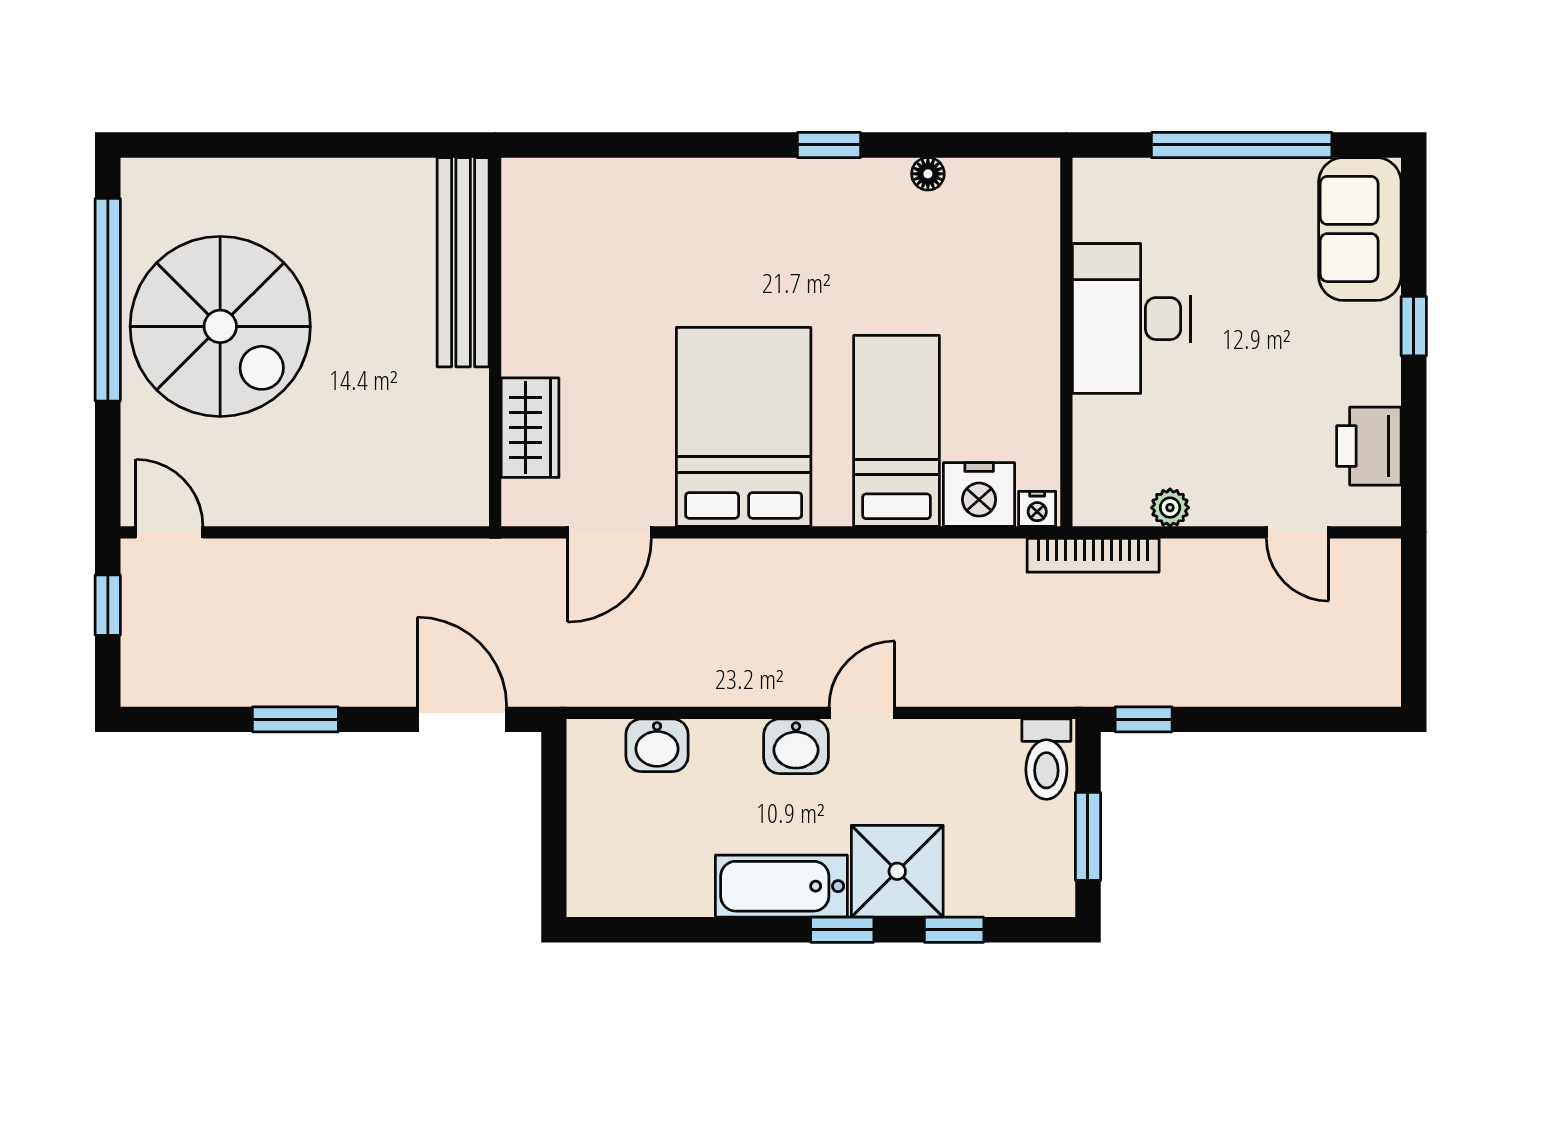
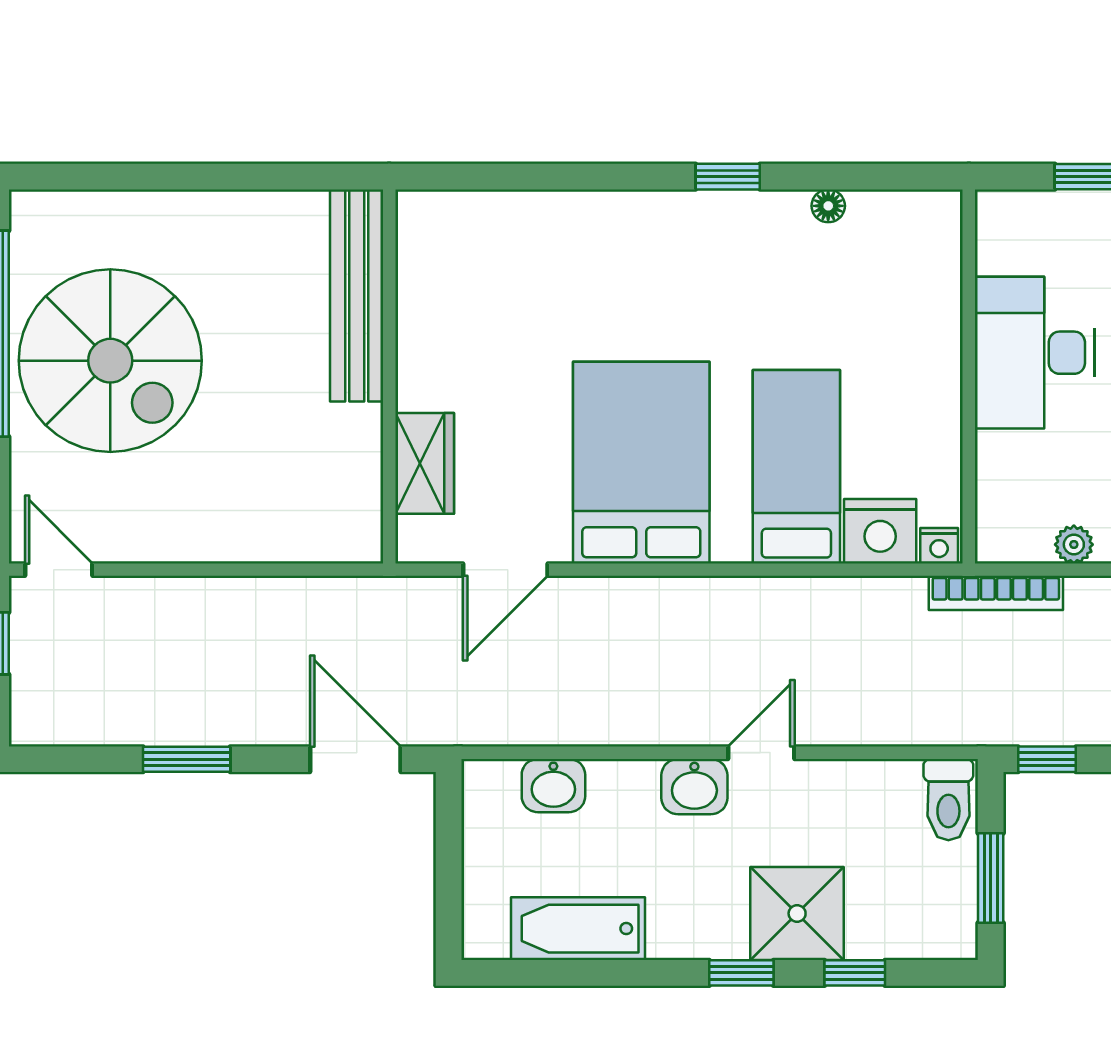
bathtub: (781, 886) -> (578, 929), moved

